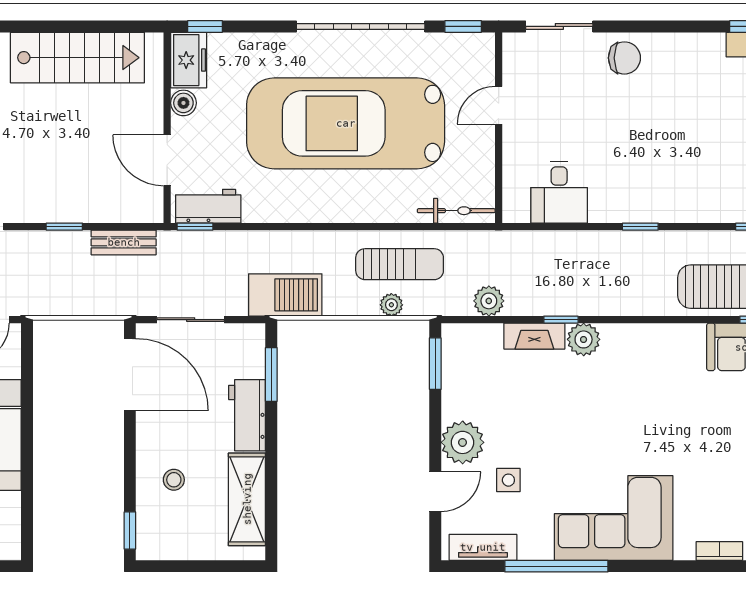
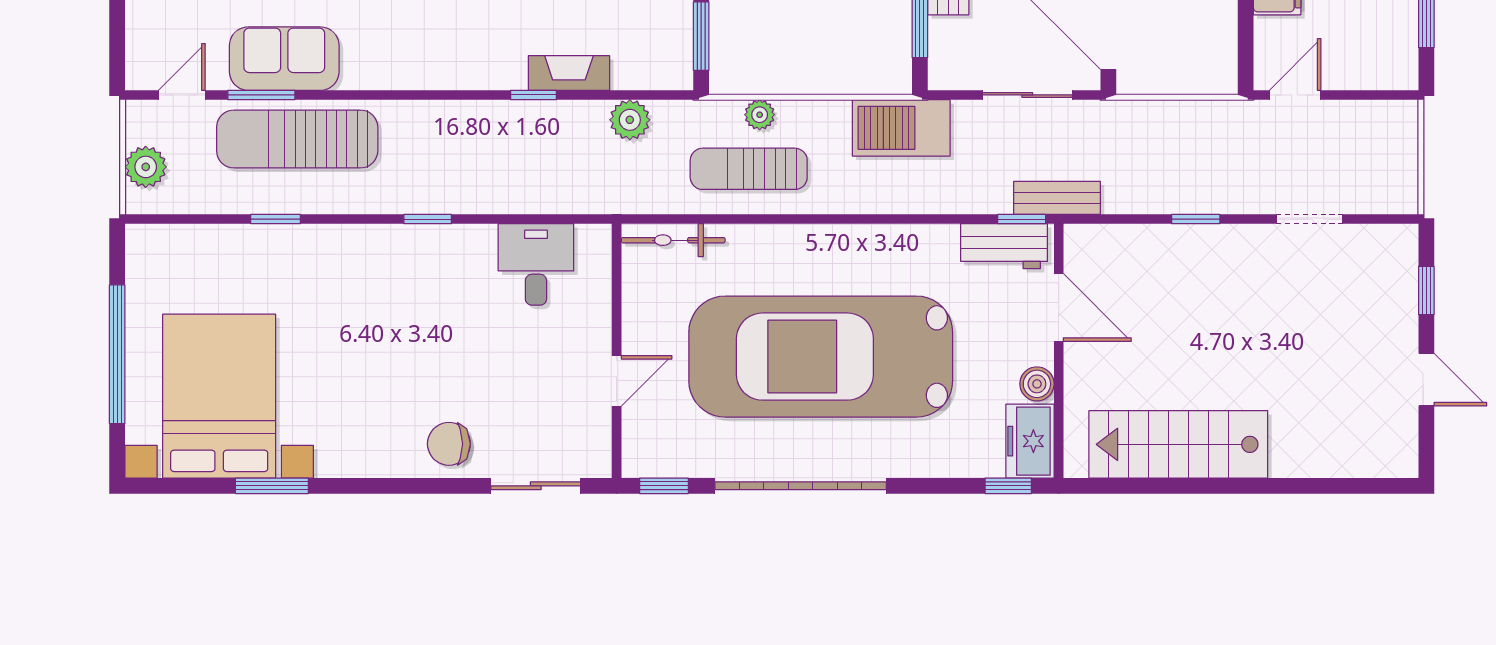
car: (346, 123) -> (821, 357), turned 180
bench: (124, 242) -> (1057, 198), moved
plant: (584, 339) -> (503, 68), removed

